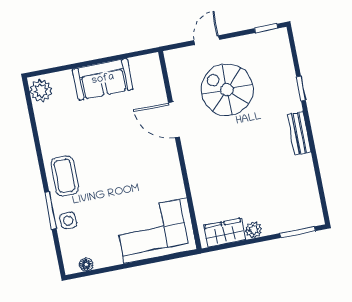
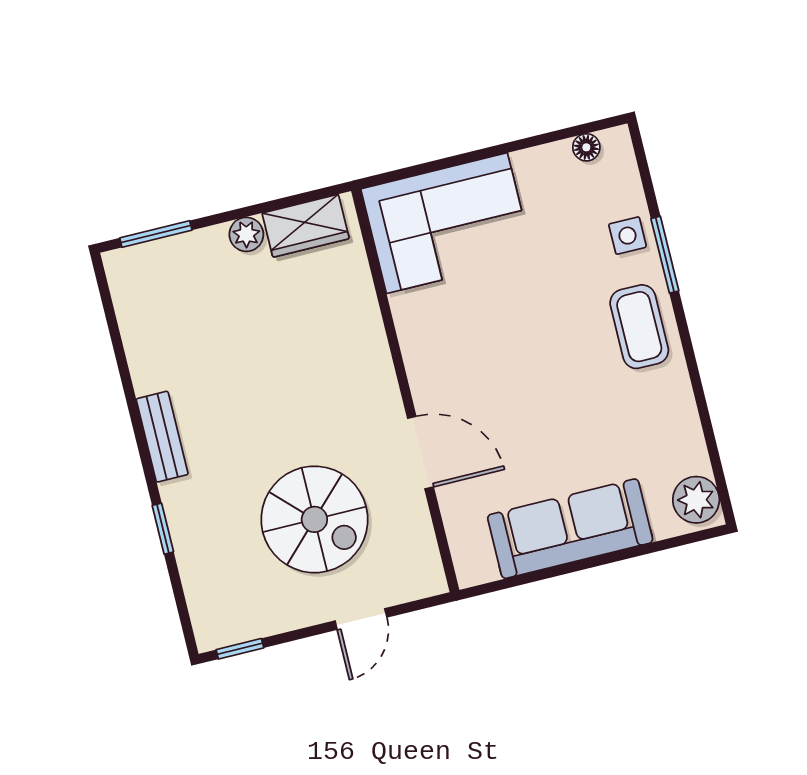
sofa: (103, 79) -> (570, 529), width x1.36

